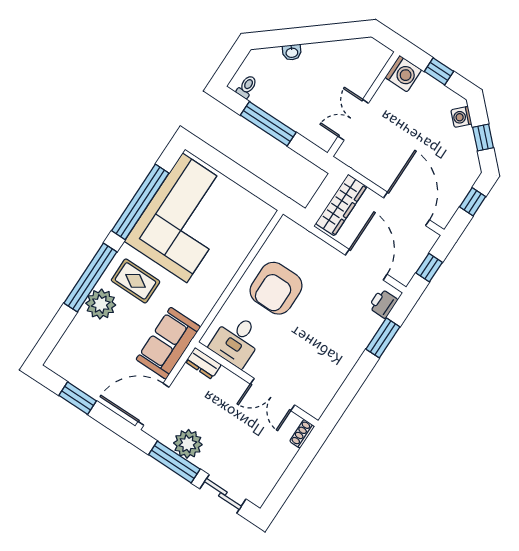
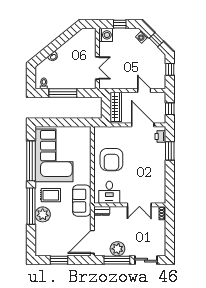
double door: (353, 120) -> (97, 68), swing flipped
door: (407, 209) -> (144, 90), width x0.53
sofa: (168, 343) -> (82, 201), moved

